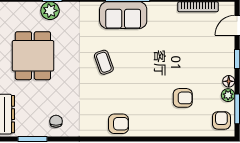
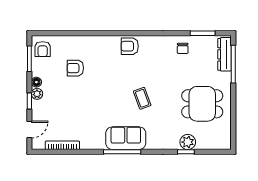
dining table: (33, 56) -> (202, 104), turned 90
plant: (228, 95) -> (37, 94), moved

